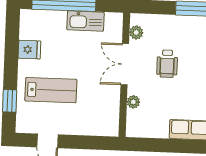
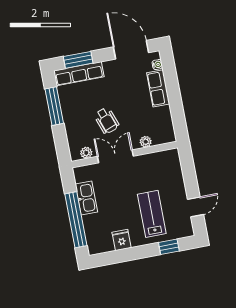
double door: (125, 64) -> (115, 156), swing flipped
wheelchair: (167, 64) -> (107, 121), turned 70

